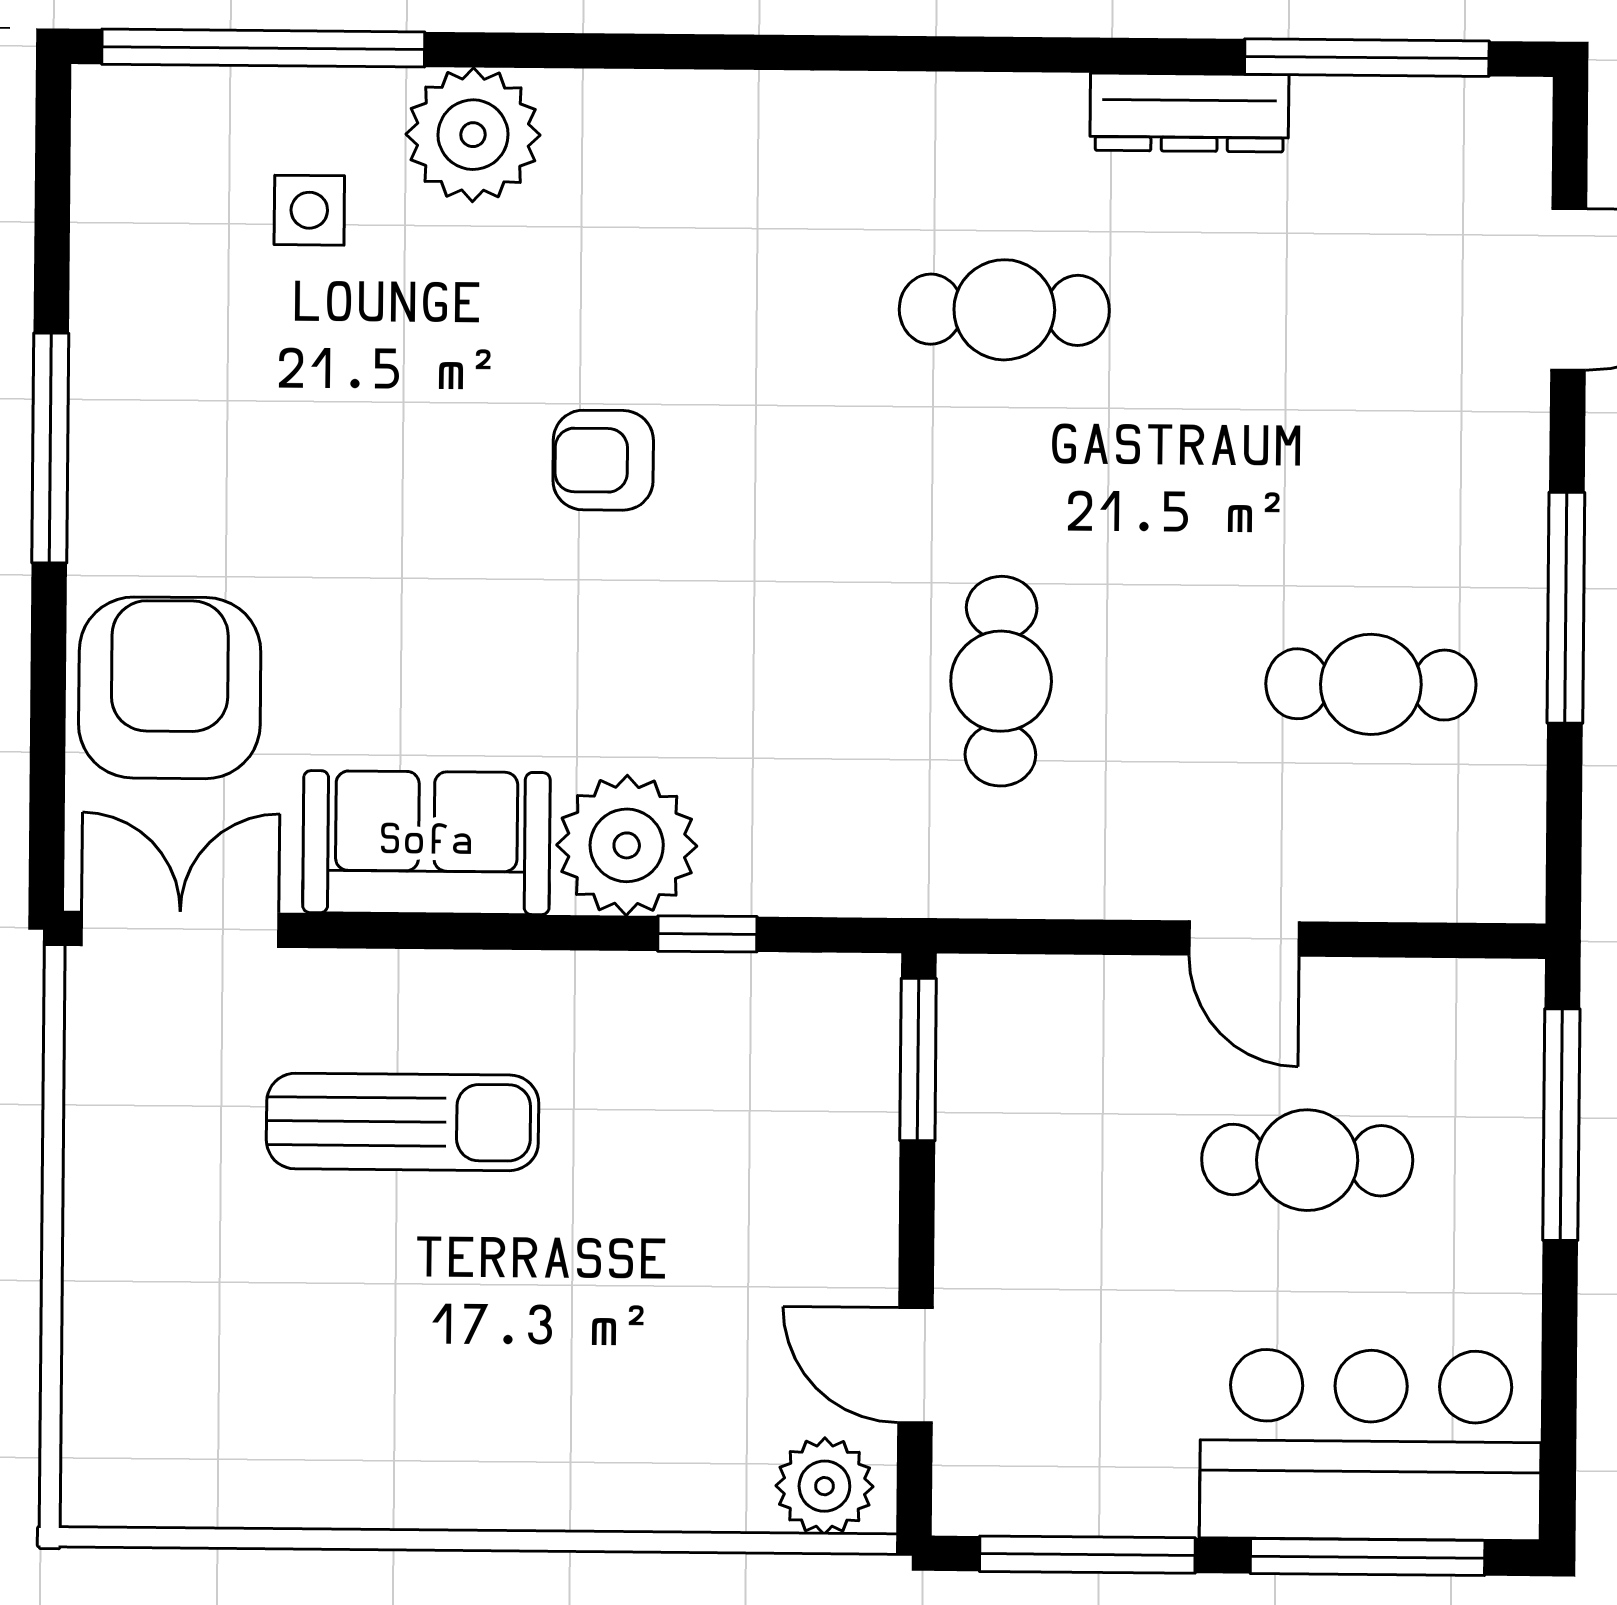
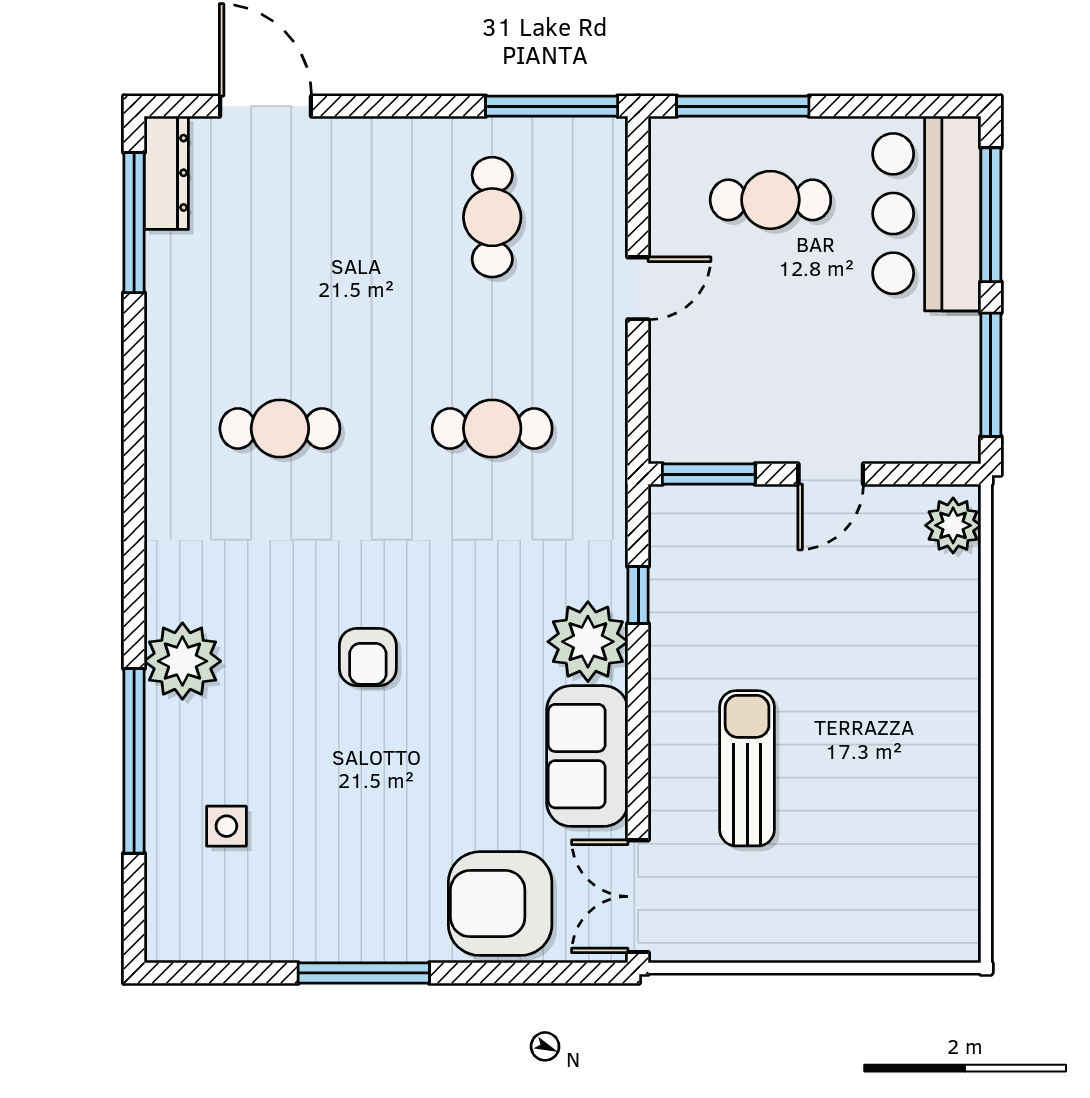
window: (263, 48) -> (134, 761), moved
dresser: (1189, 113) -> (166, 173), moved
plant: (473, 135) -> (182, 661), moved
cafe table: (1004, 310) -> (280, 429), turned 90
window: (1566, 608) -> (552, 106), moved
cafe table: (1307, 1160) -> (770, 200), moved, turned 90
door: (915, 1365) -> (831, 474), moved

